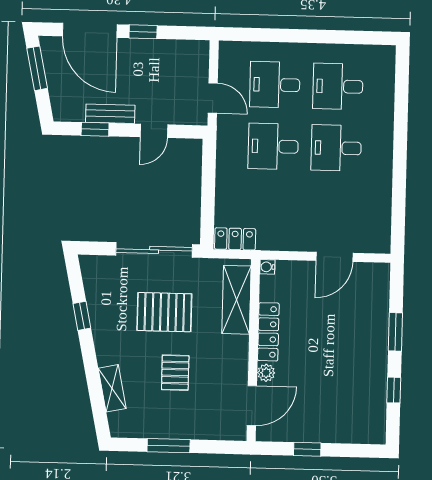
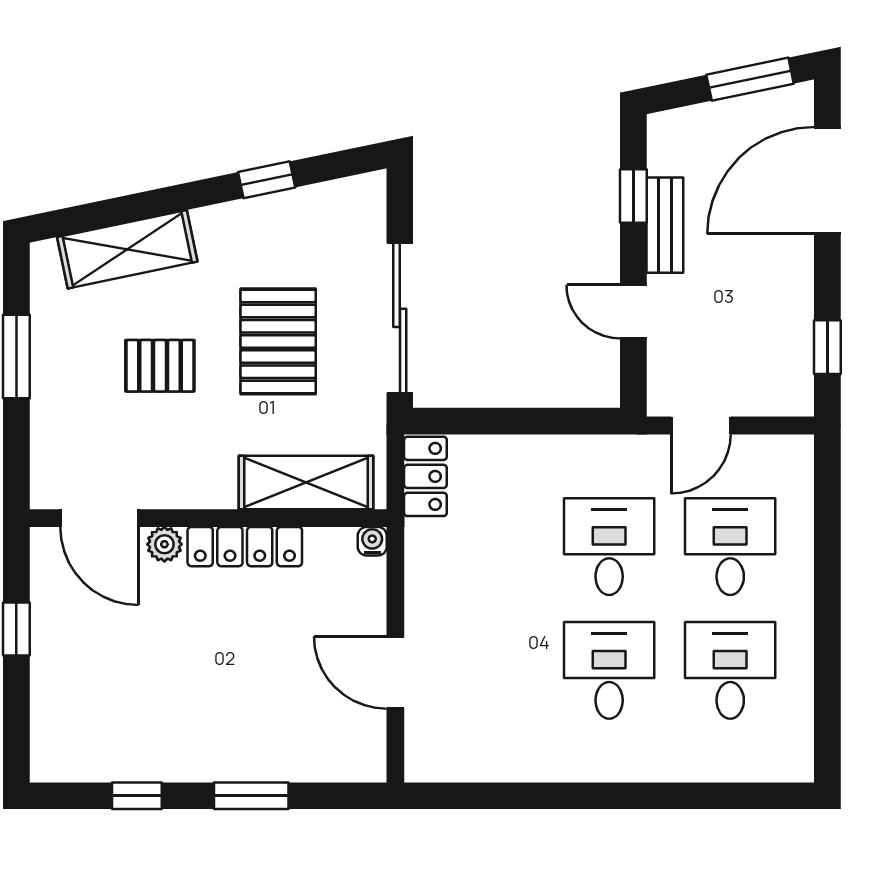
window: (143, 32) -> (827, 347), moved
shelving: (112, 388) -> (127, 249), width x1.50, depth x1.33

